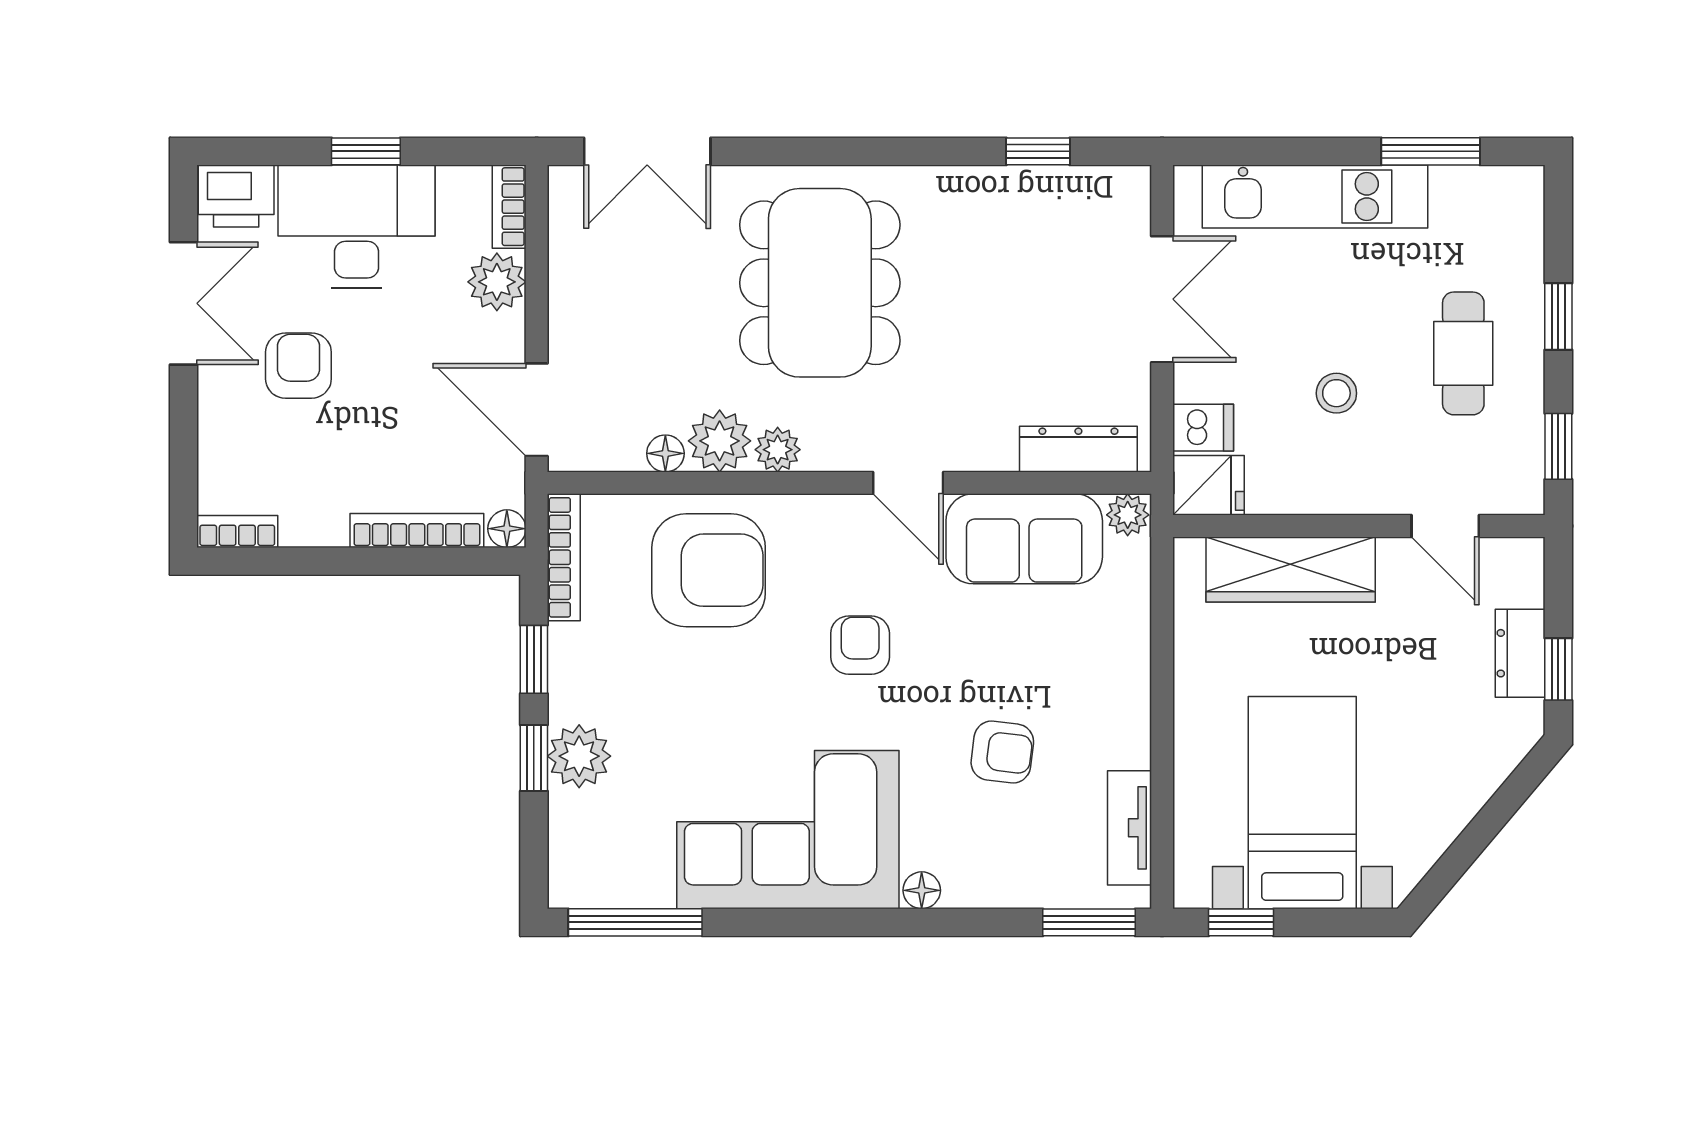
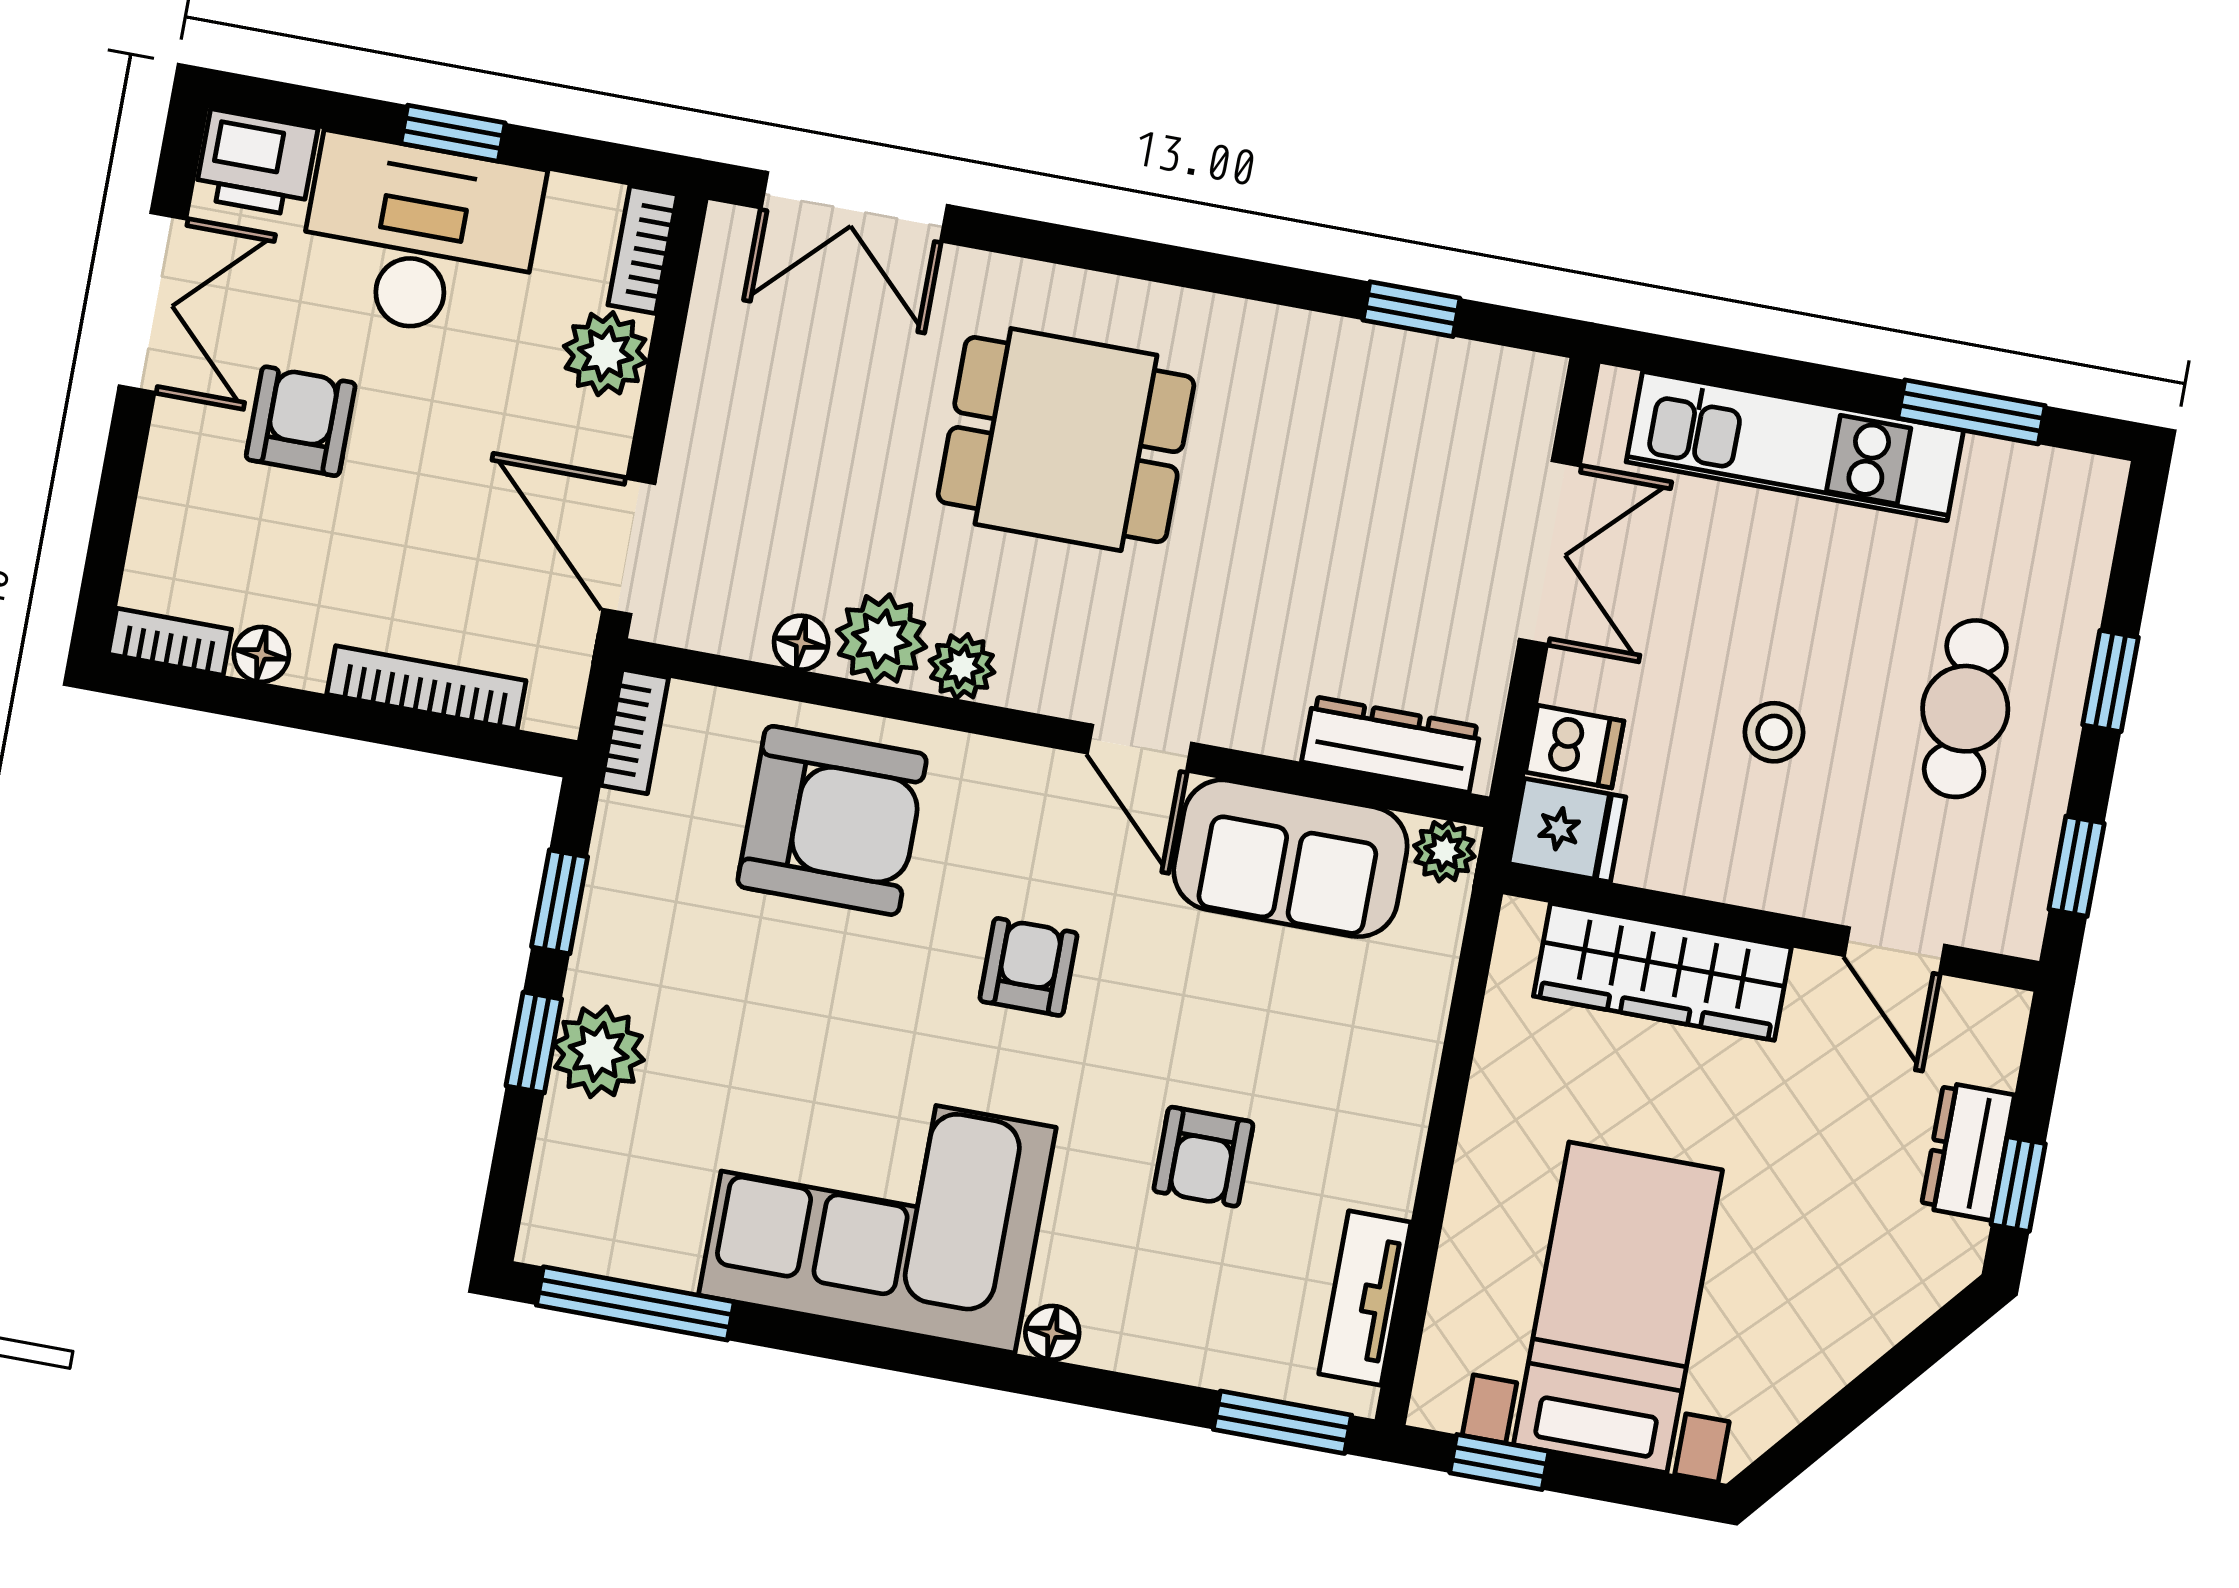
dining table: (820, 283) -> (1066, 440), width x0.73
floor lamp: (507, 529) -> (261, 654), moved
bookcase: (564, 557) -> (635, 731), width x0.64
armchair: (1002, 752) -> (1203, 1157), turned 83

